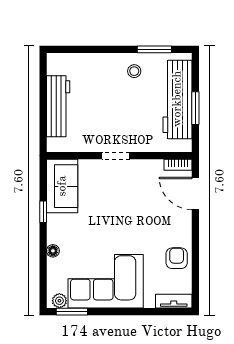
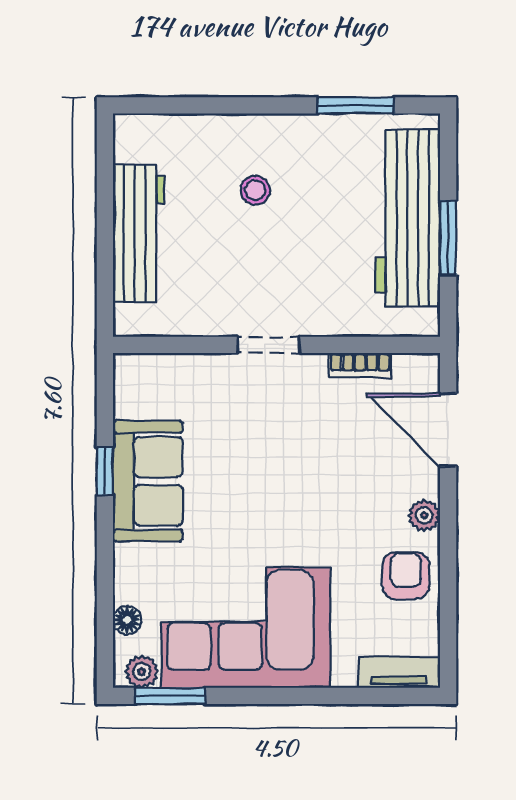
stool: (134, 71) -> (255, 190), moved
bookcase: (178, 165) -> (360, 365), moved
sofa: (62, 186) -> (148, 481), moved
plant: (185, 231) -> (424, 515), added
floor lamp: (53, 251) -> (127, 620), moved

